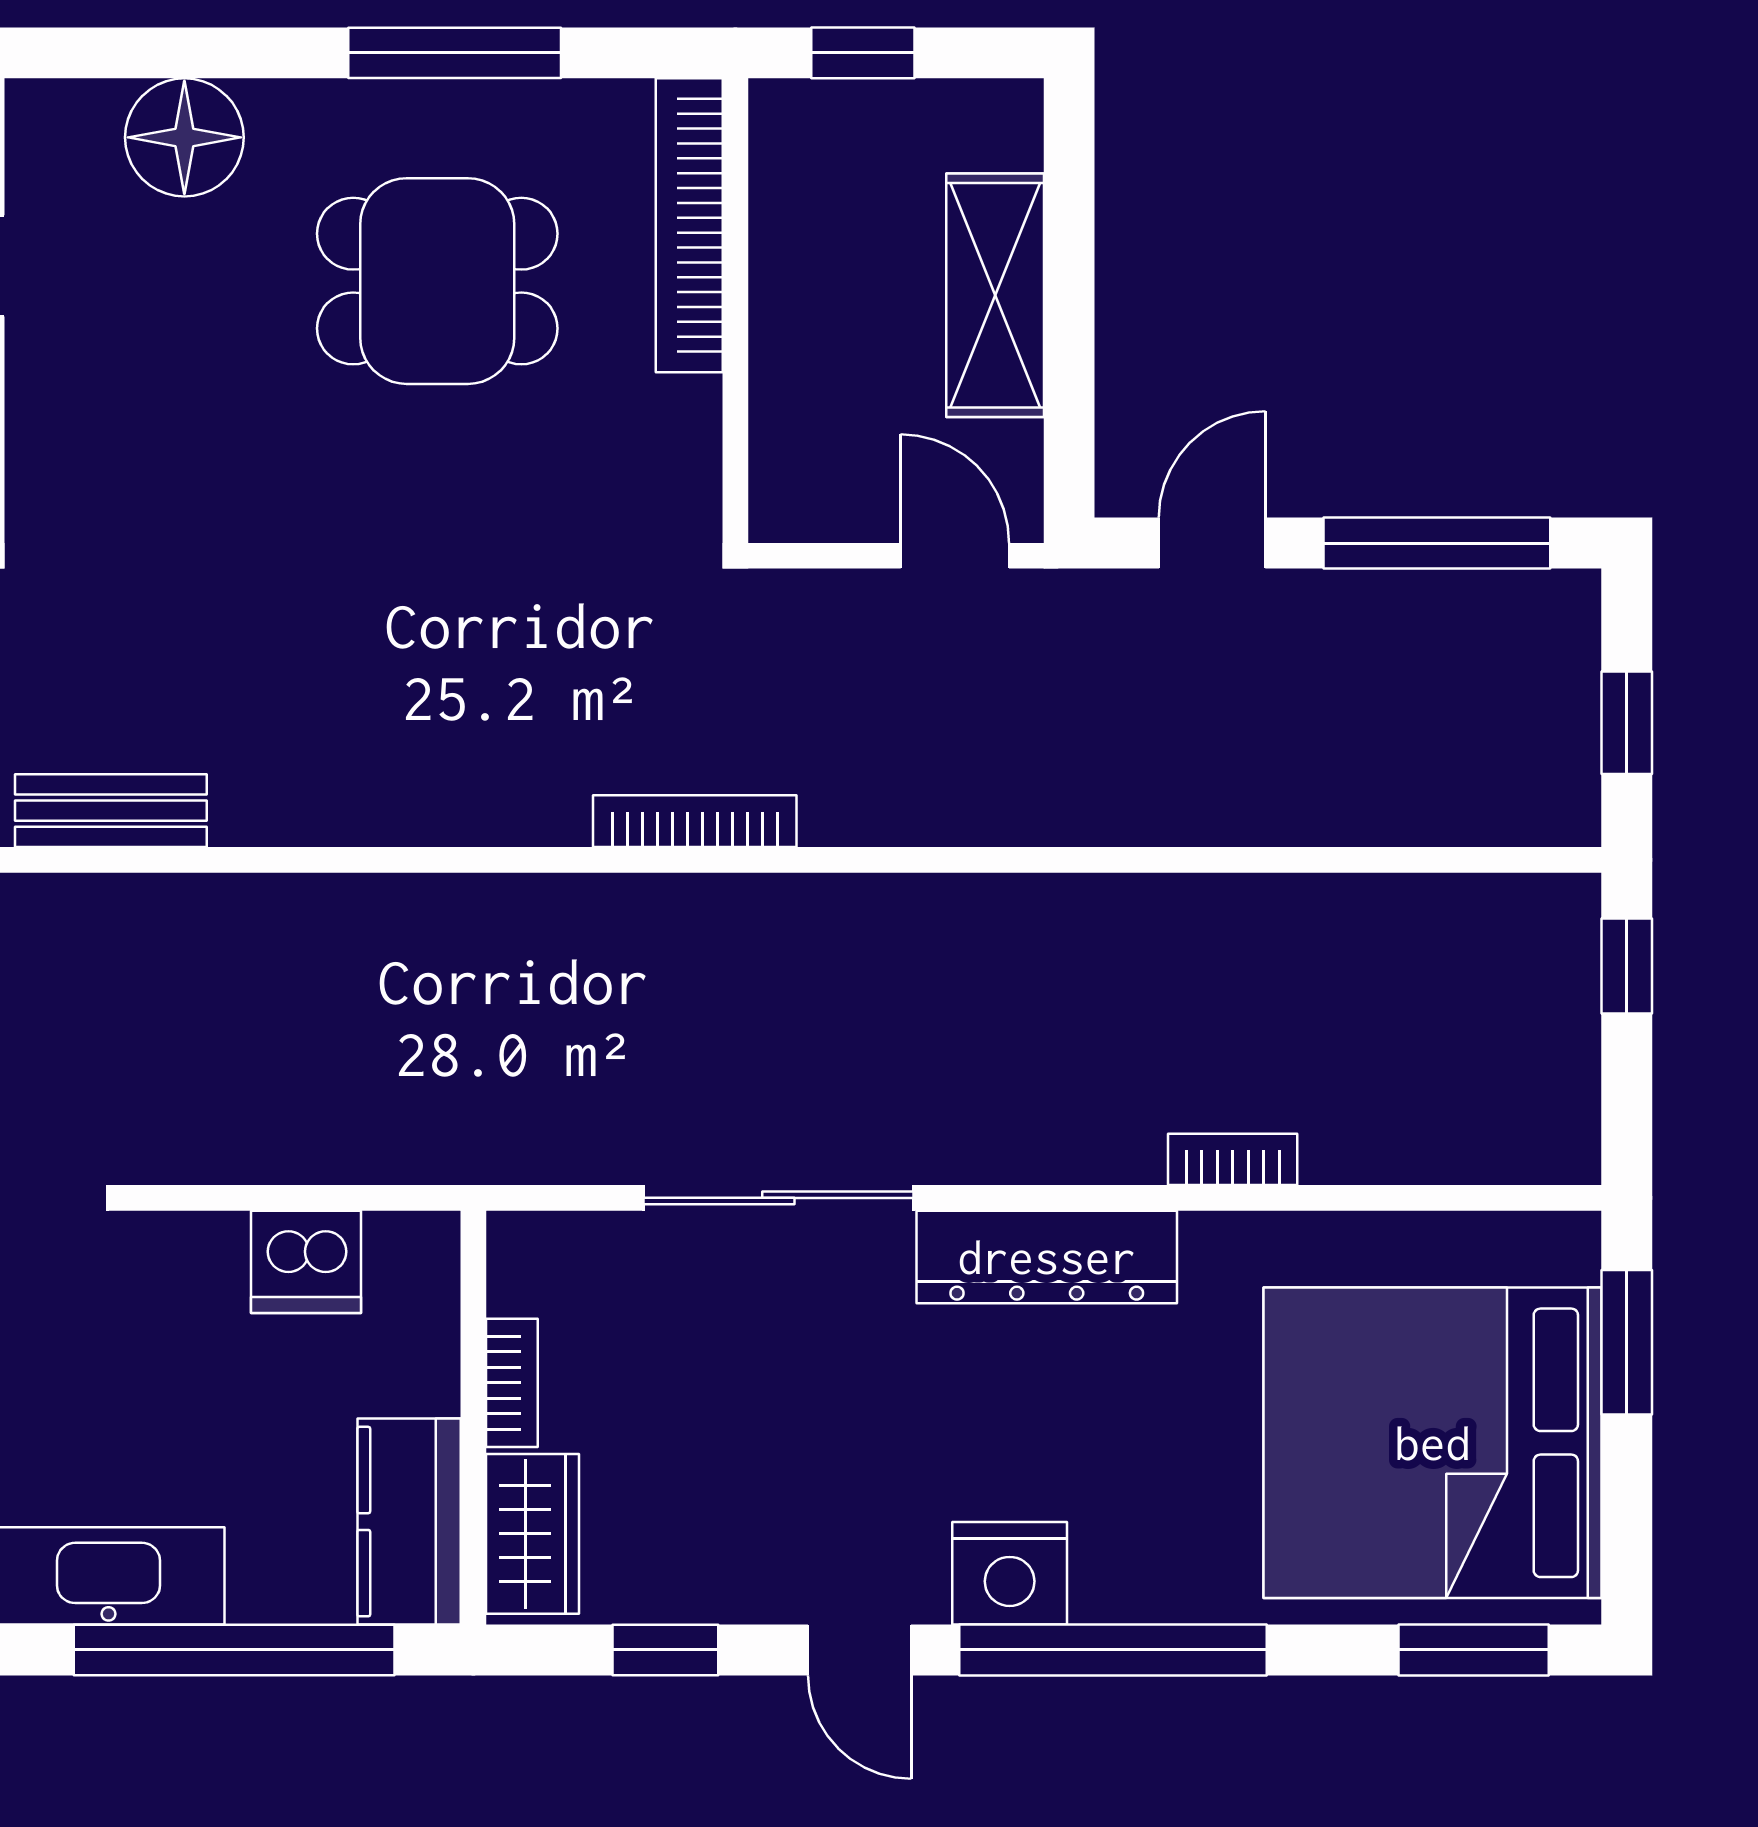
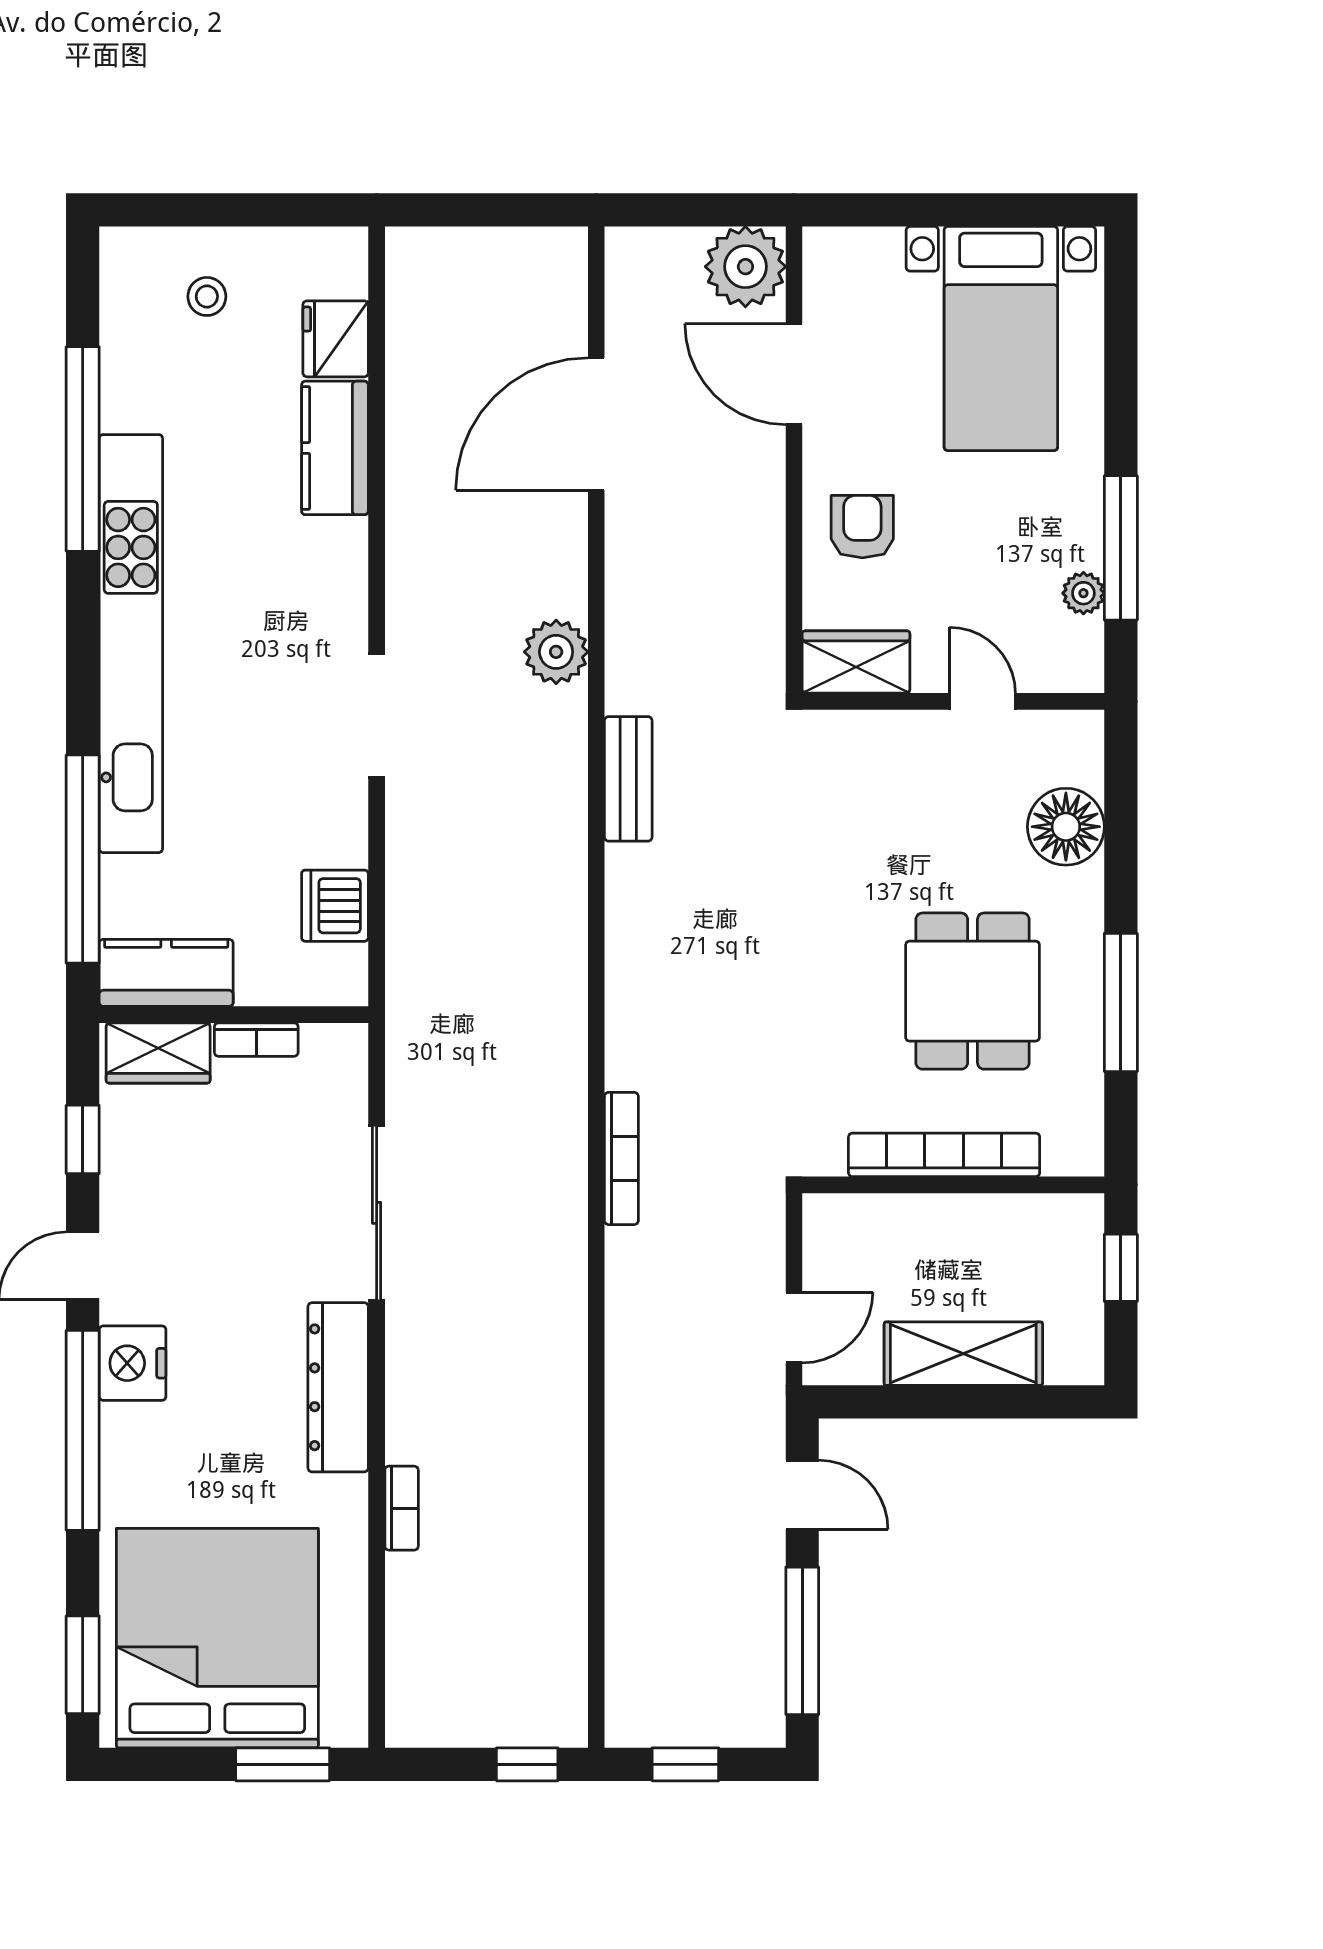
bookcase: (689, 225) -> (944, 1155), moved

